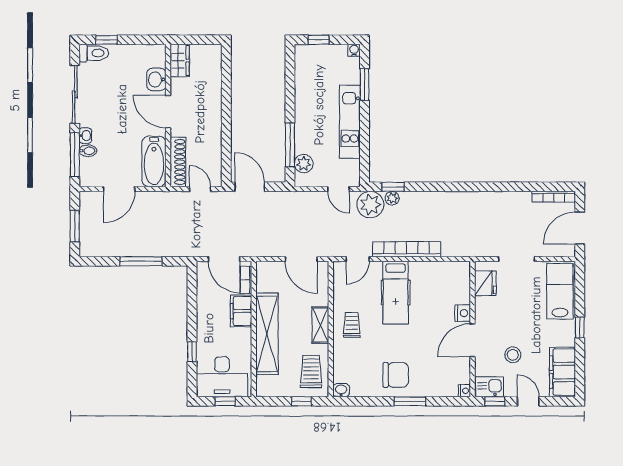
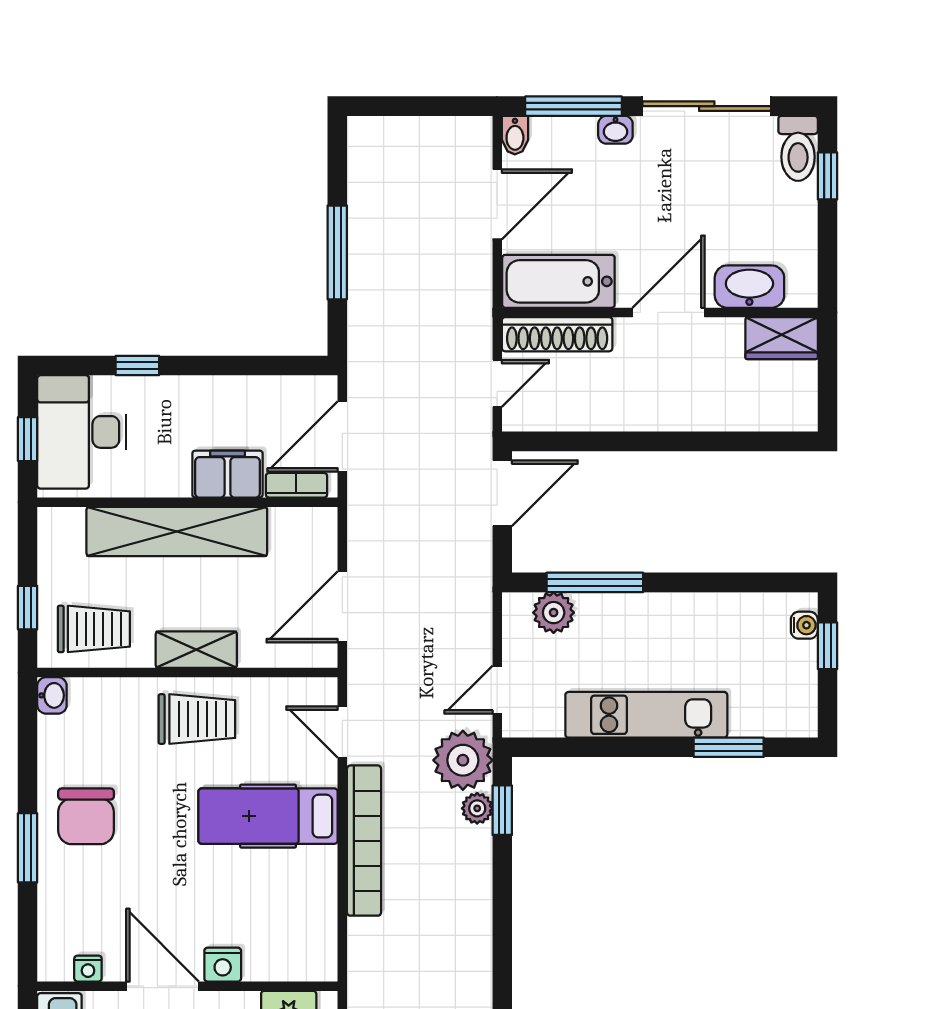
water cooler: (354, 50) -> (804, 625), moved
washbasin: (156, 79) -> (749, 287), width x1.38
bidet: (88, 151) -> (515, 135), moved
door: (119, 189) -> (497, 204), swing flipped
window: (75, 226) -> (415, 106), removed
trolley: (352, 325) -> (197, 719), width x1.36, depth x1.39
nightstand: (465, 391) -> (88, 969), moved

